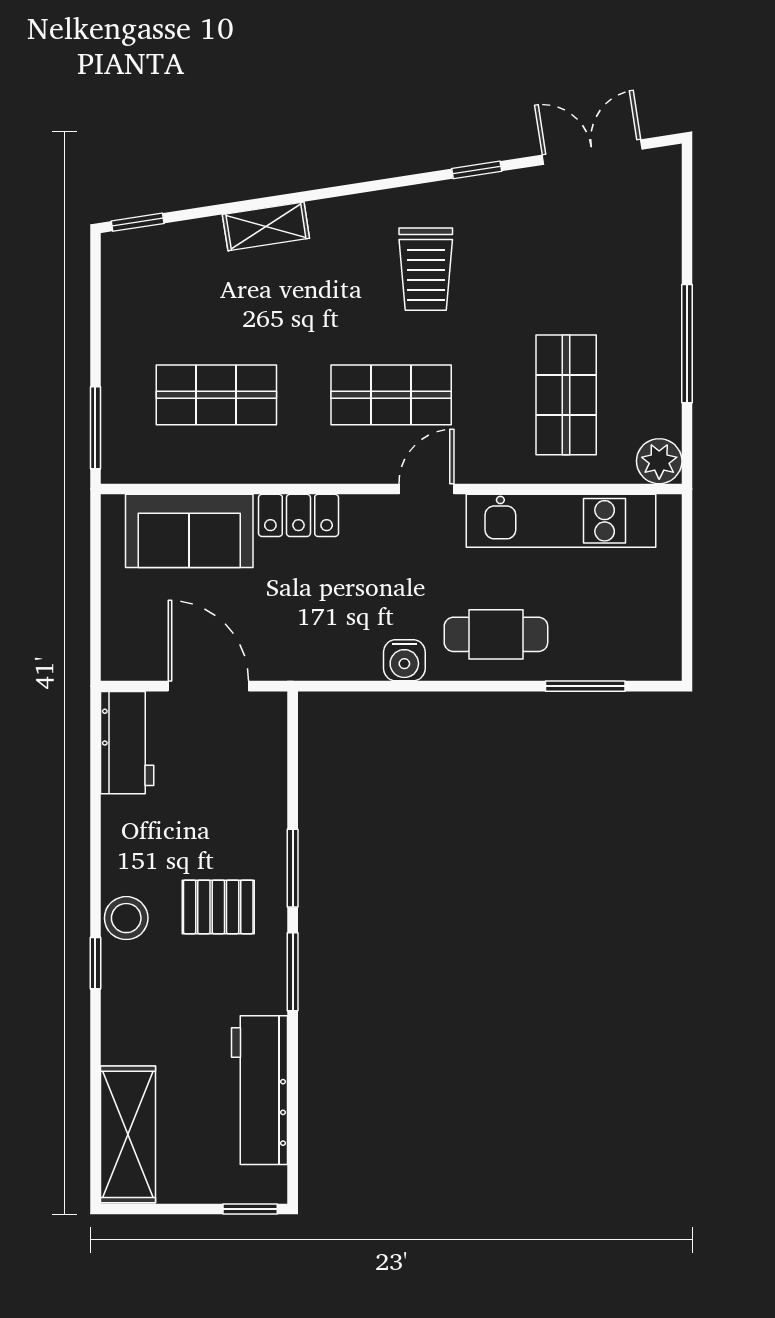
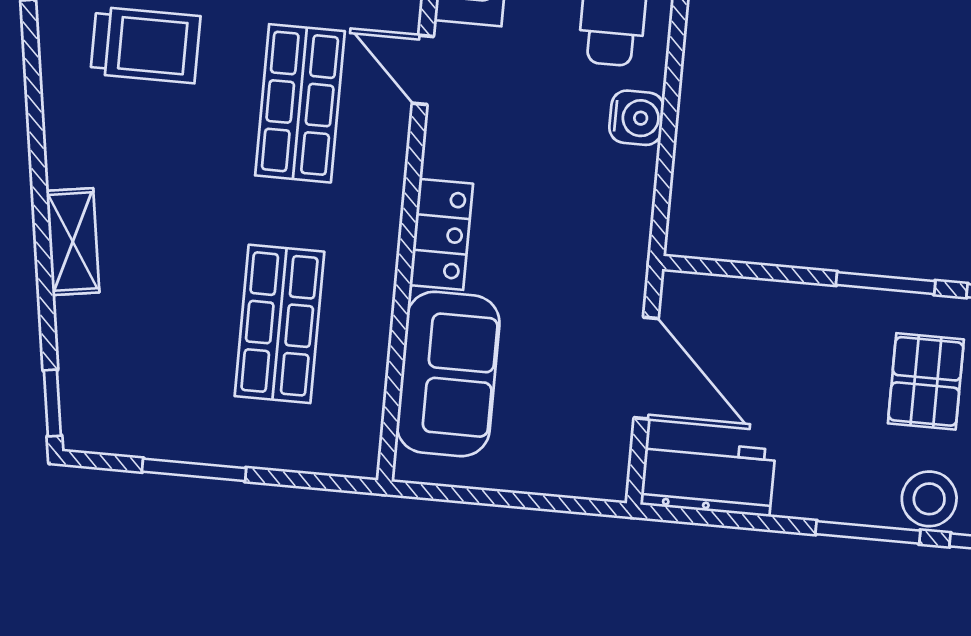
window: (95, 428) -> (194, 470), moved
door: (208, 686) -> (646, 368), swing flipped
window: (95, 872) -> (868, 532), added

